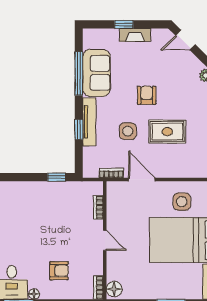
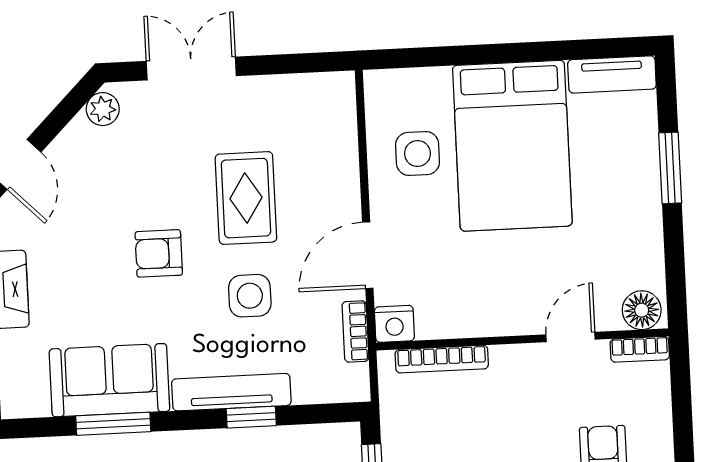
window: (79, 74) -> (113, 424), width x0.69
nightstand: (114, 189) -> (394, 324), added
bookcase: (98, 207) -> (442, 359), width x1.56
door: (105, 240) -> (570, 337), moved

